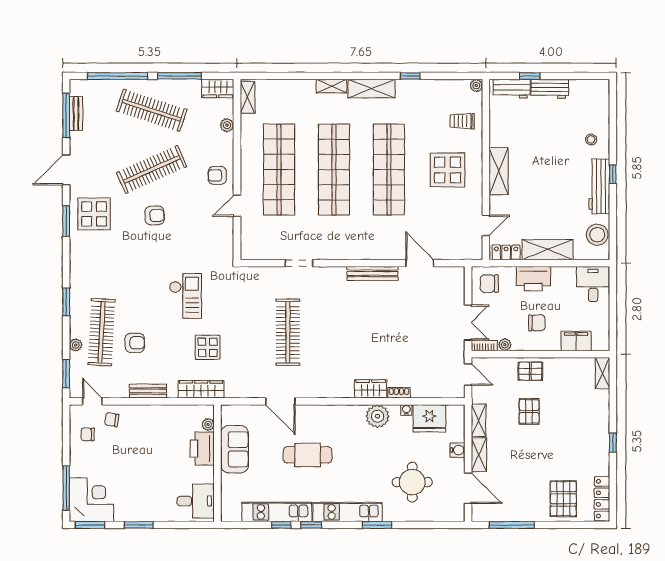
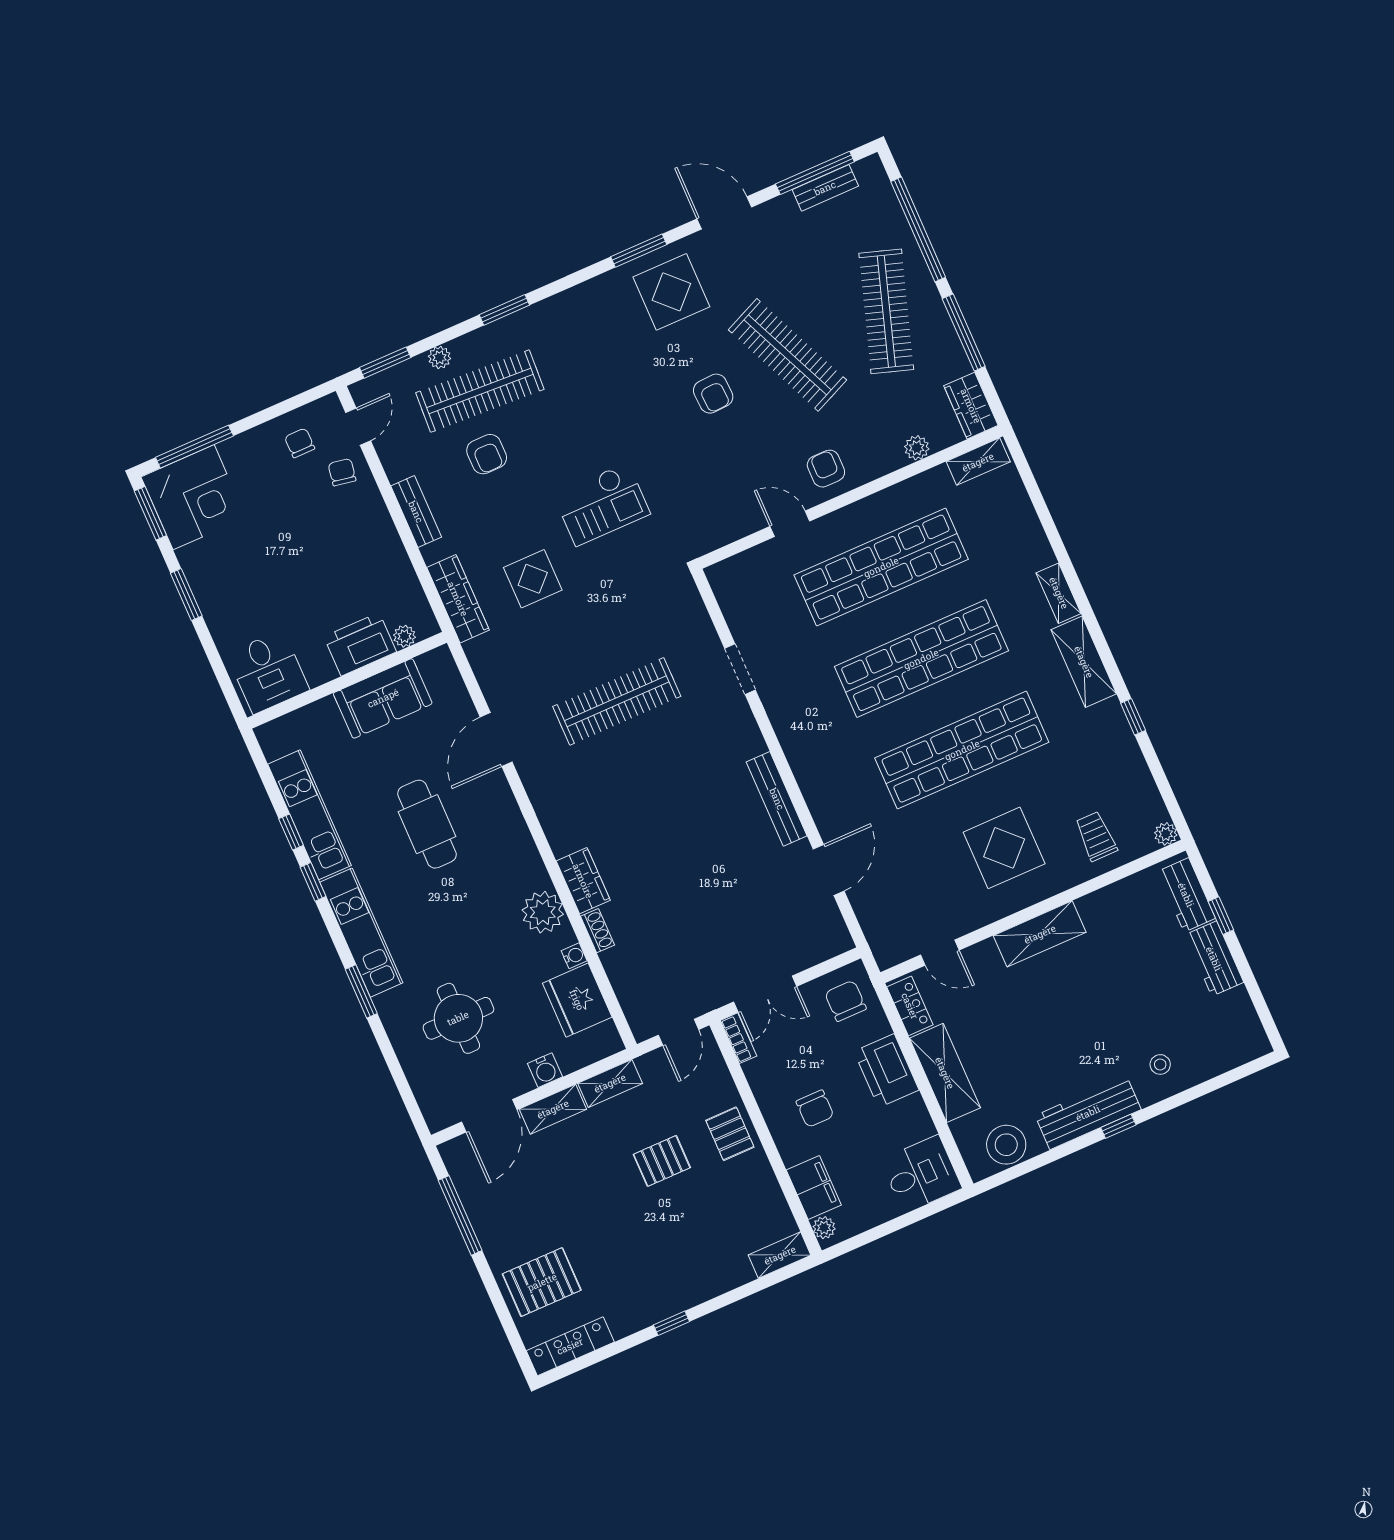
plant: (505, 345) -> (824, 1228), moved

